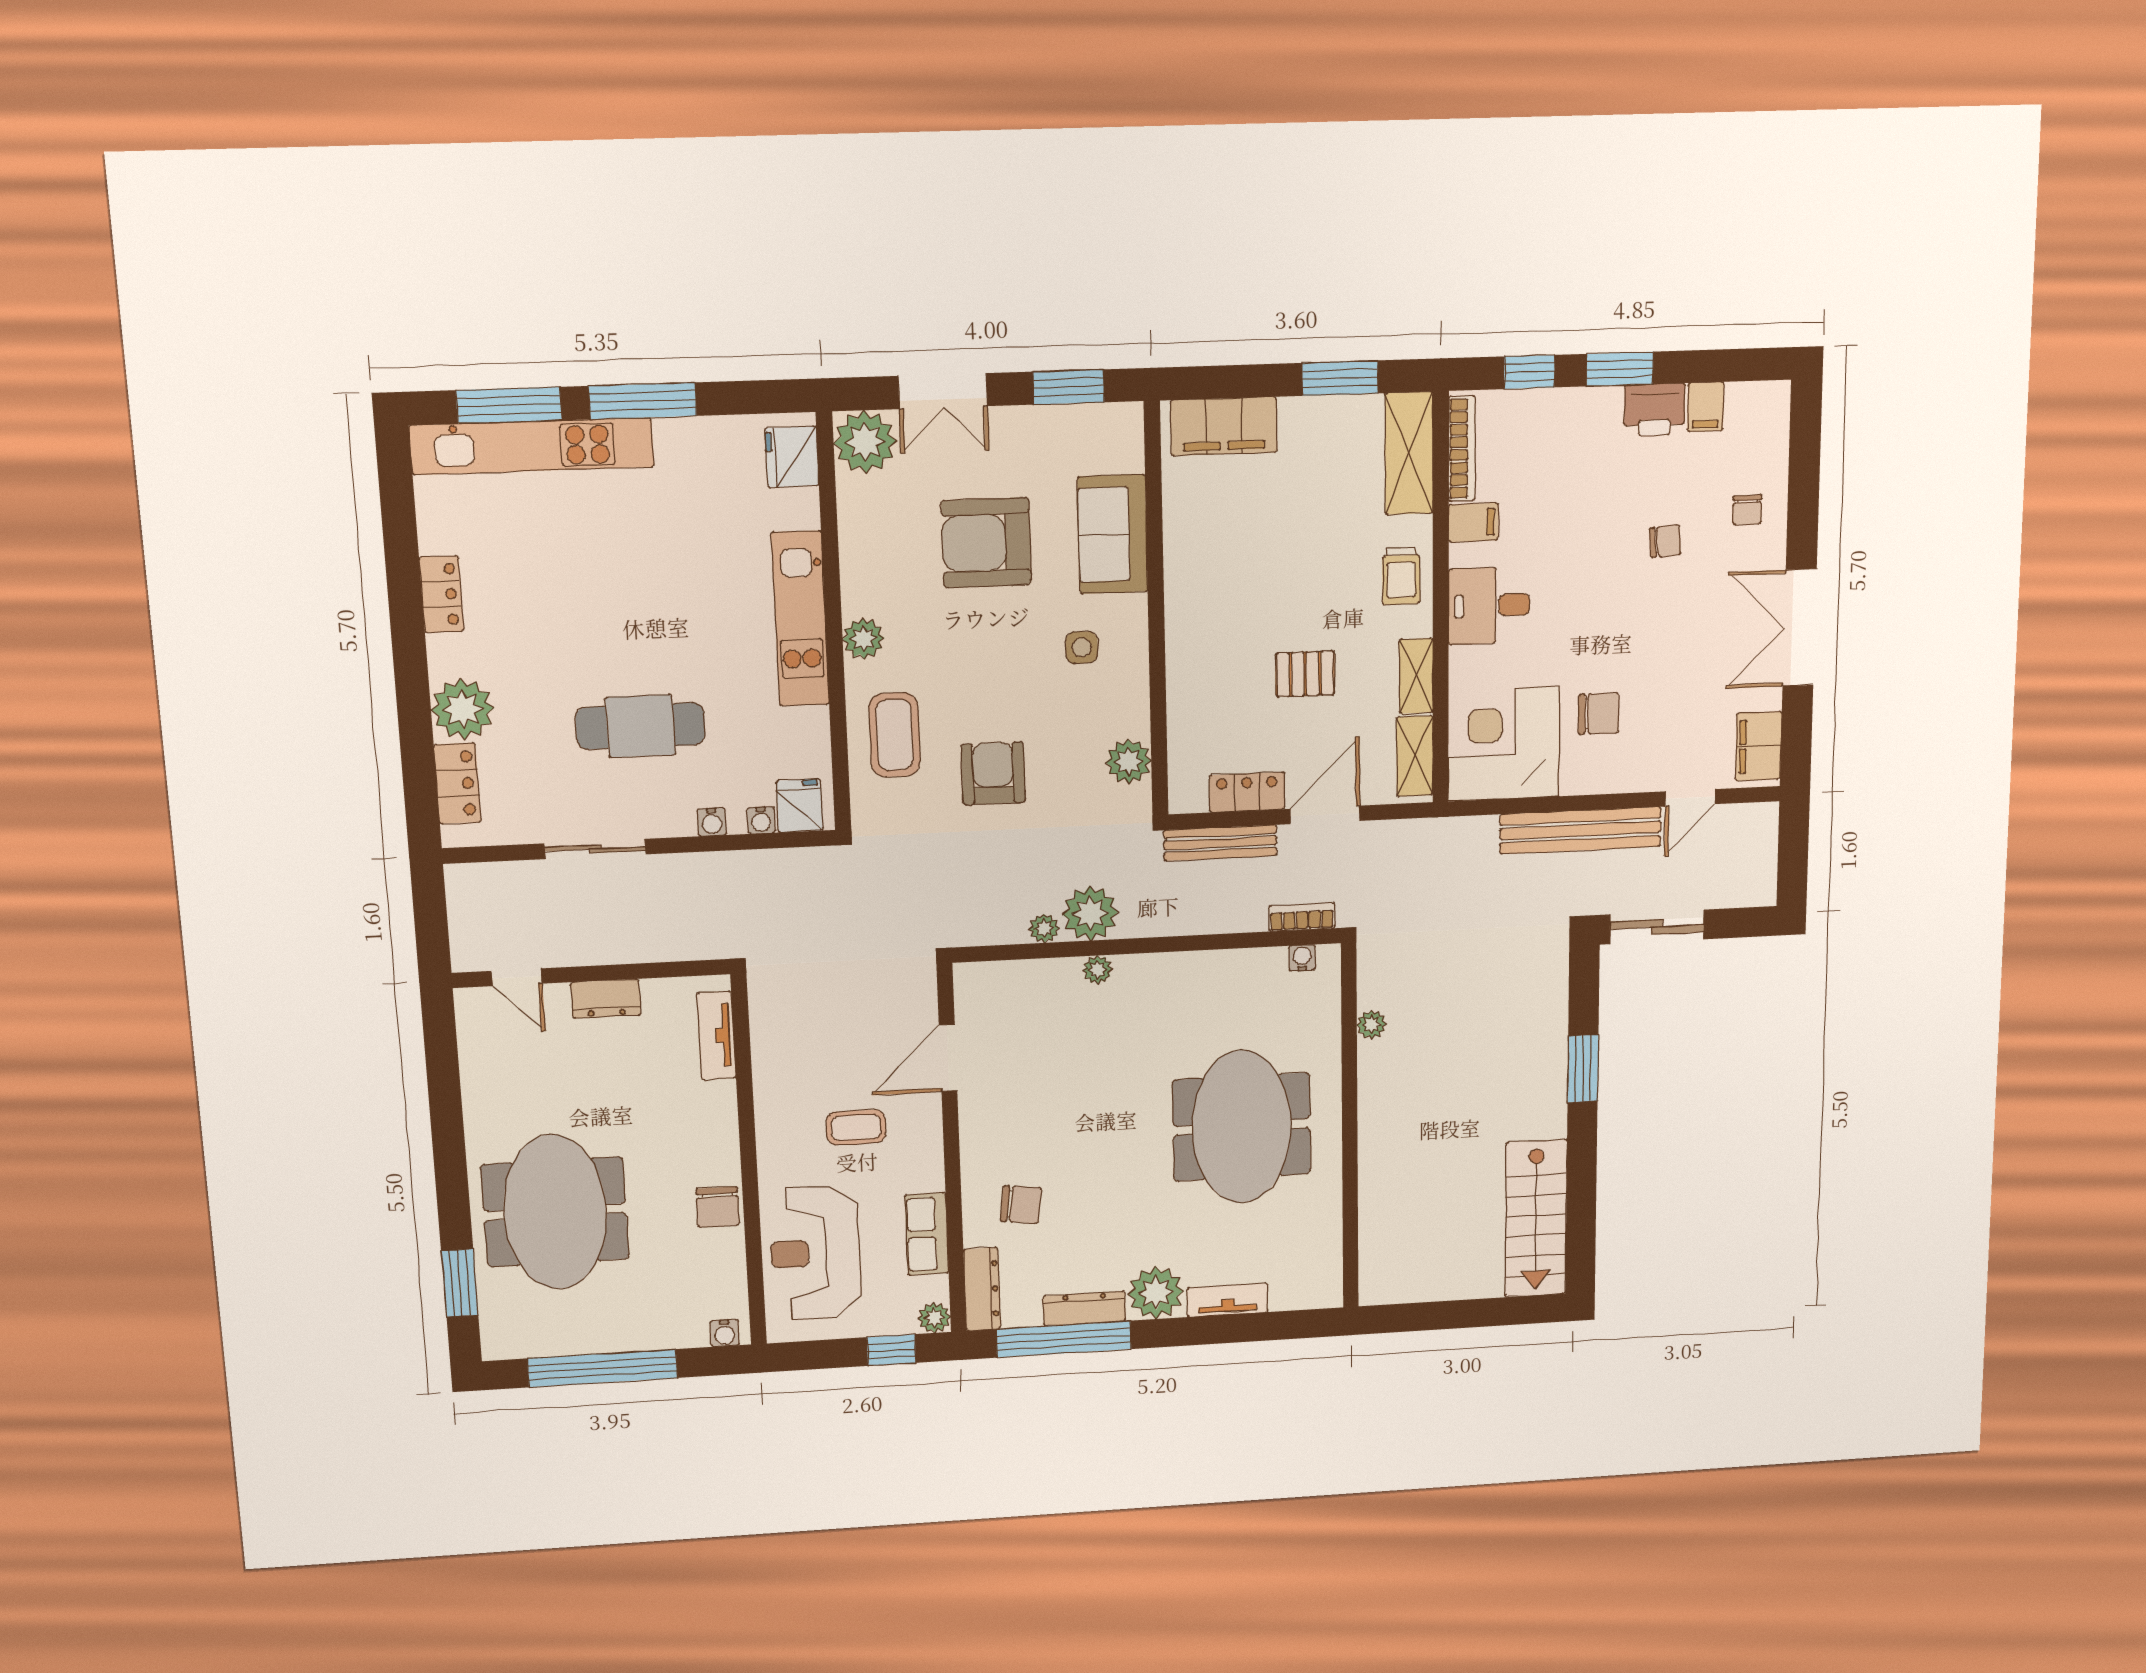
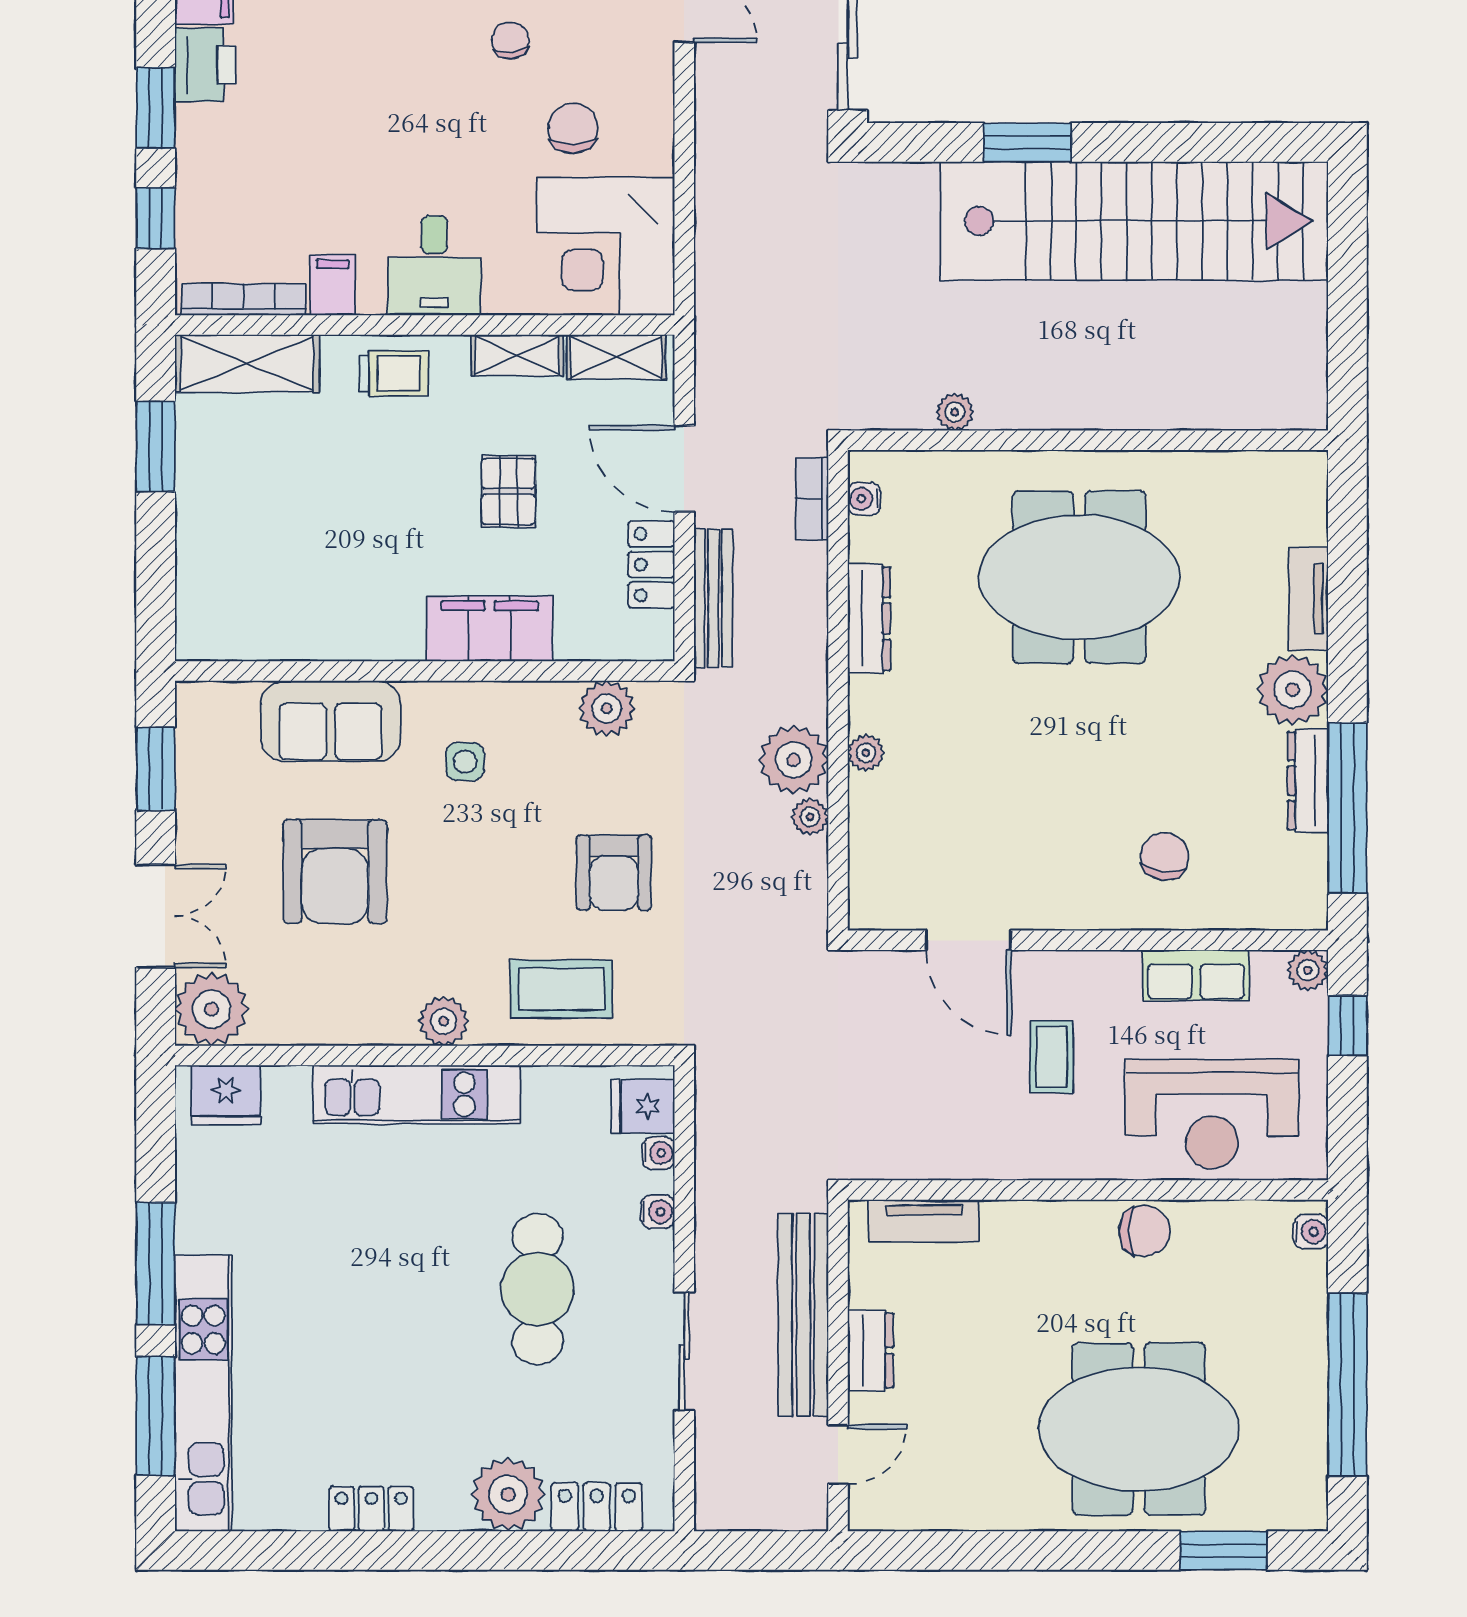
filing cabinet: (1224, 426) -> (490, 629), moved, turned -90
chair: (1665, 541) -> (510, 40), moved
armchair: (993, 773) -> (614, 873), turned -90
bench: (1581, 830) -> (803, 1315), moved
stairs: (1536, 1218) -> (1134, 221), width x1.86, depth x1.51
dresser: (982, 1289) -> (869, 619), moved, turned 90

